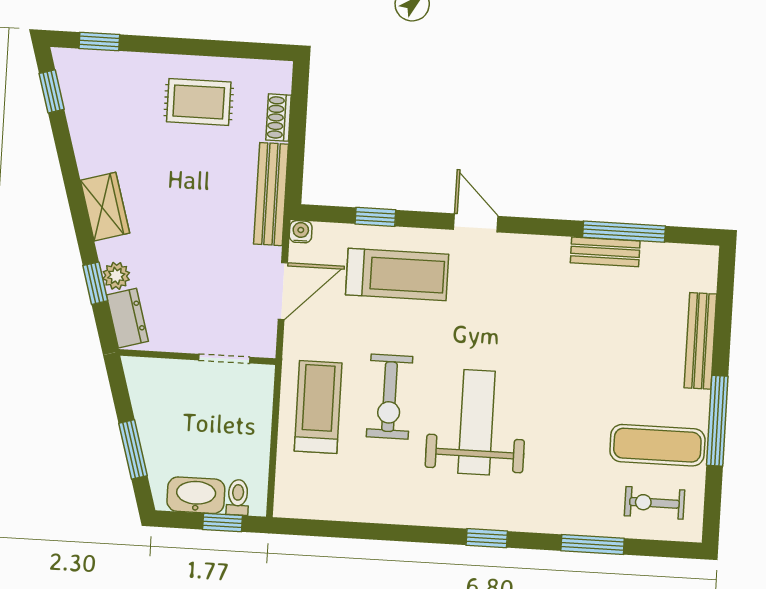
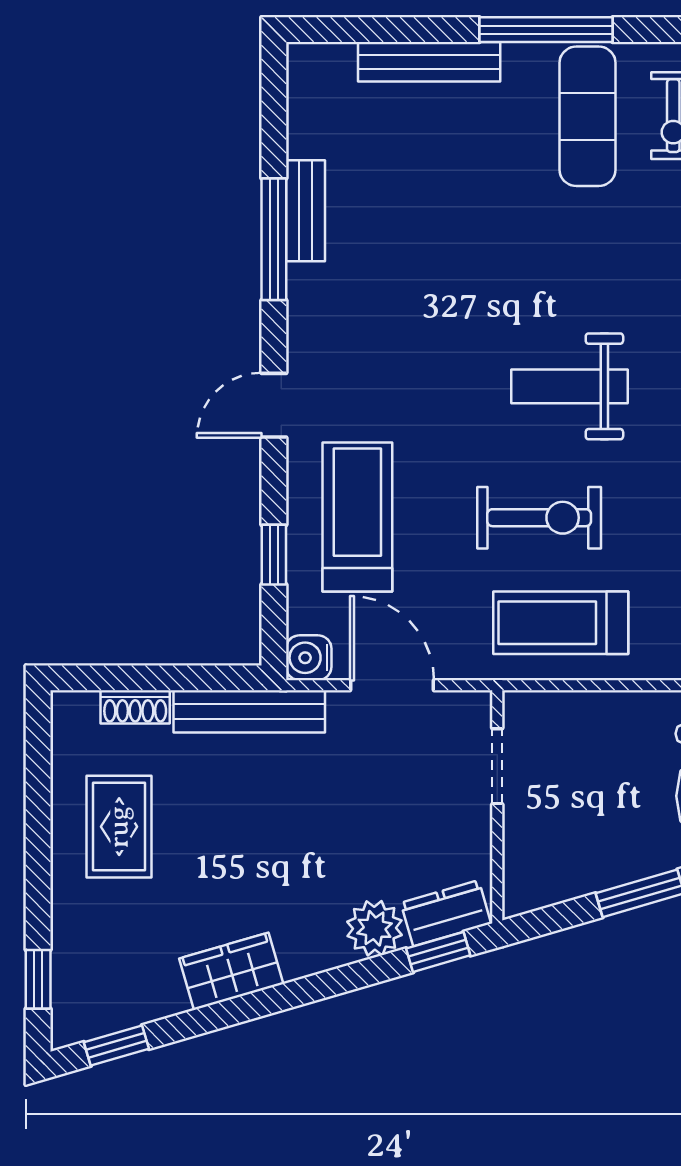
wardrobe: (105, 207) -> (231, 971), moved
water cooler: (301, 232) -> (309, 658), width x1.38, depth x1.38
window: (624, 232) -> (274, 239), moved
plant: (116, 276) -> (375, 928), width x1.38, depth x1.38
window: (95, 283) -> (438, 952), moved
weight bench: (477, 422) -> (570, 386), width x0.73, depth x0.75

